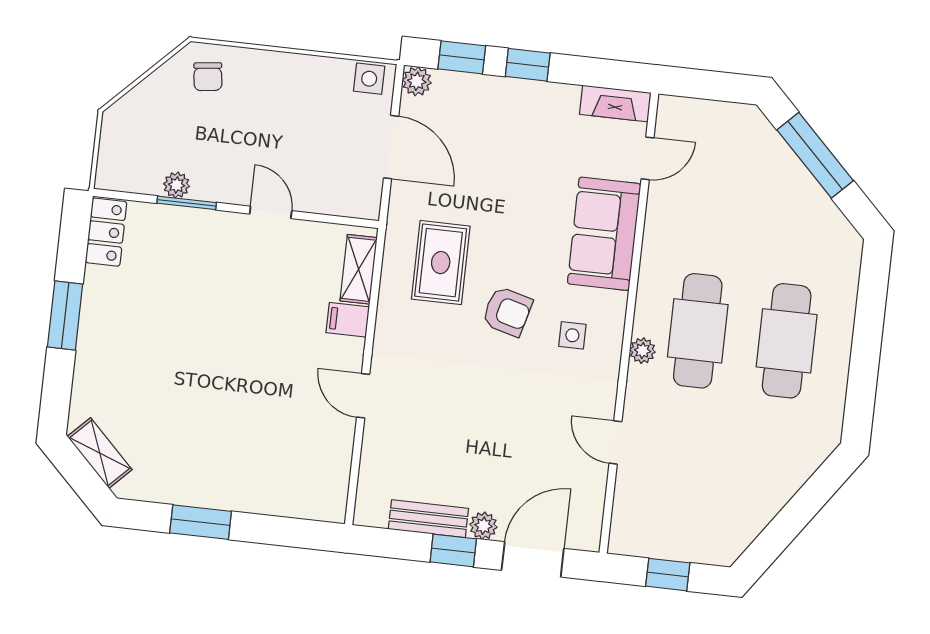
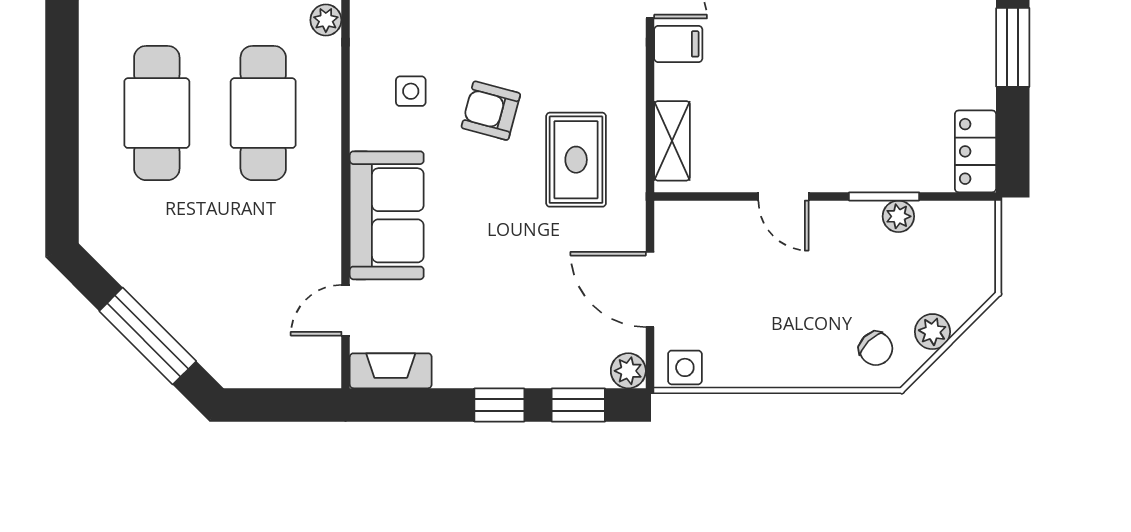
chair: (208, 77) -> (876, 348), turned 142
plant: (159, 85) -> (932, 332), added
filing cabinet: (348, 320) -> (678, 44), moved
plant: (642, 351) -> (326, 20), moved

